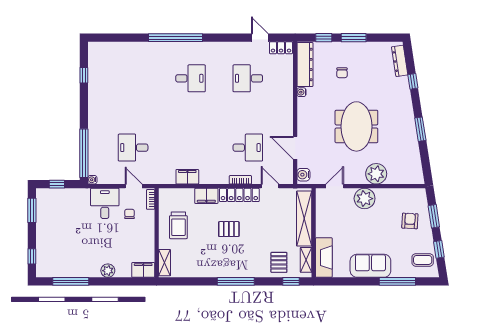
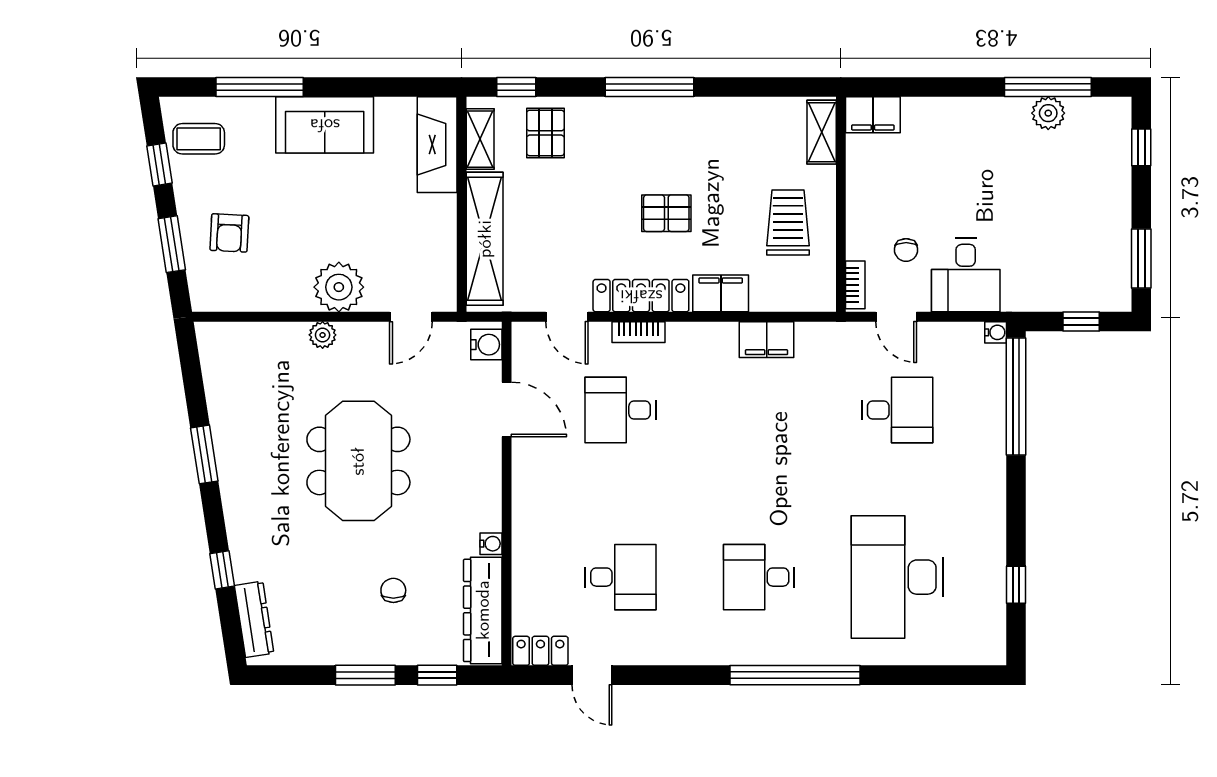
desk: (133, 78) -> (897, 577), added
plant: (376, 174) -> (323, 335), width x0.53, depth x0.53
plant: (108, 271) -> (1048, 113), moved

